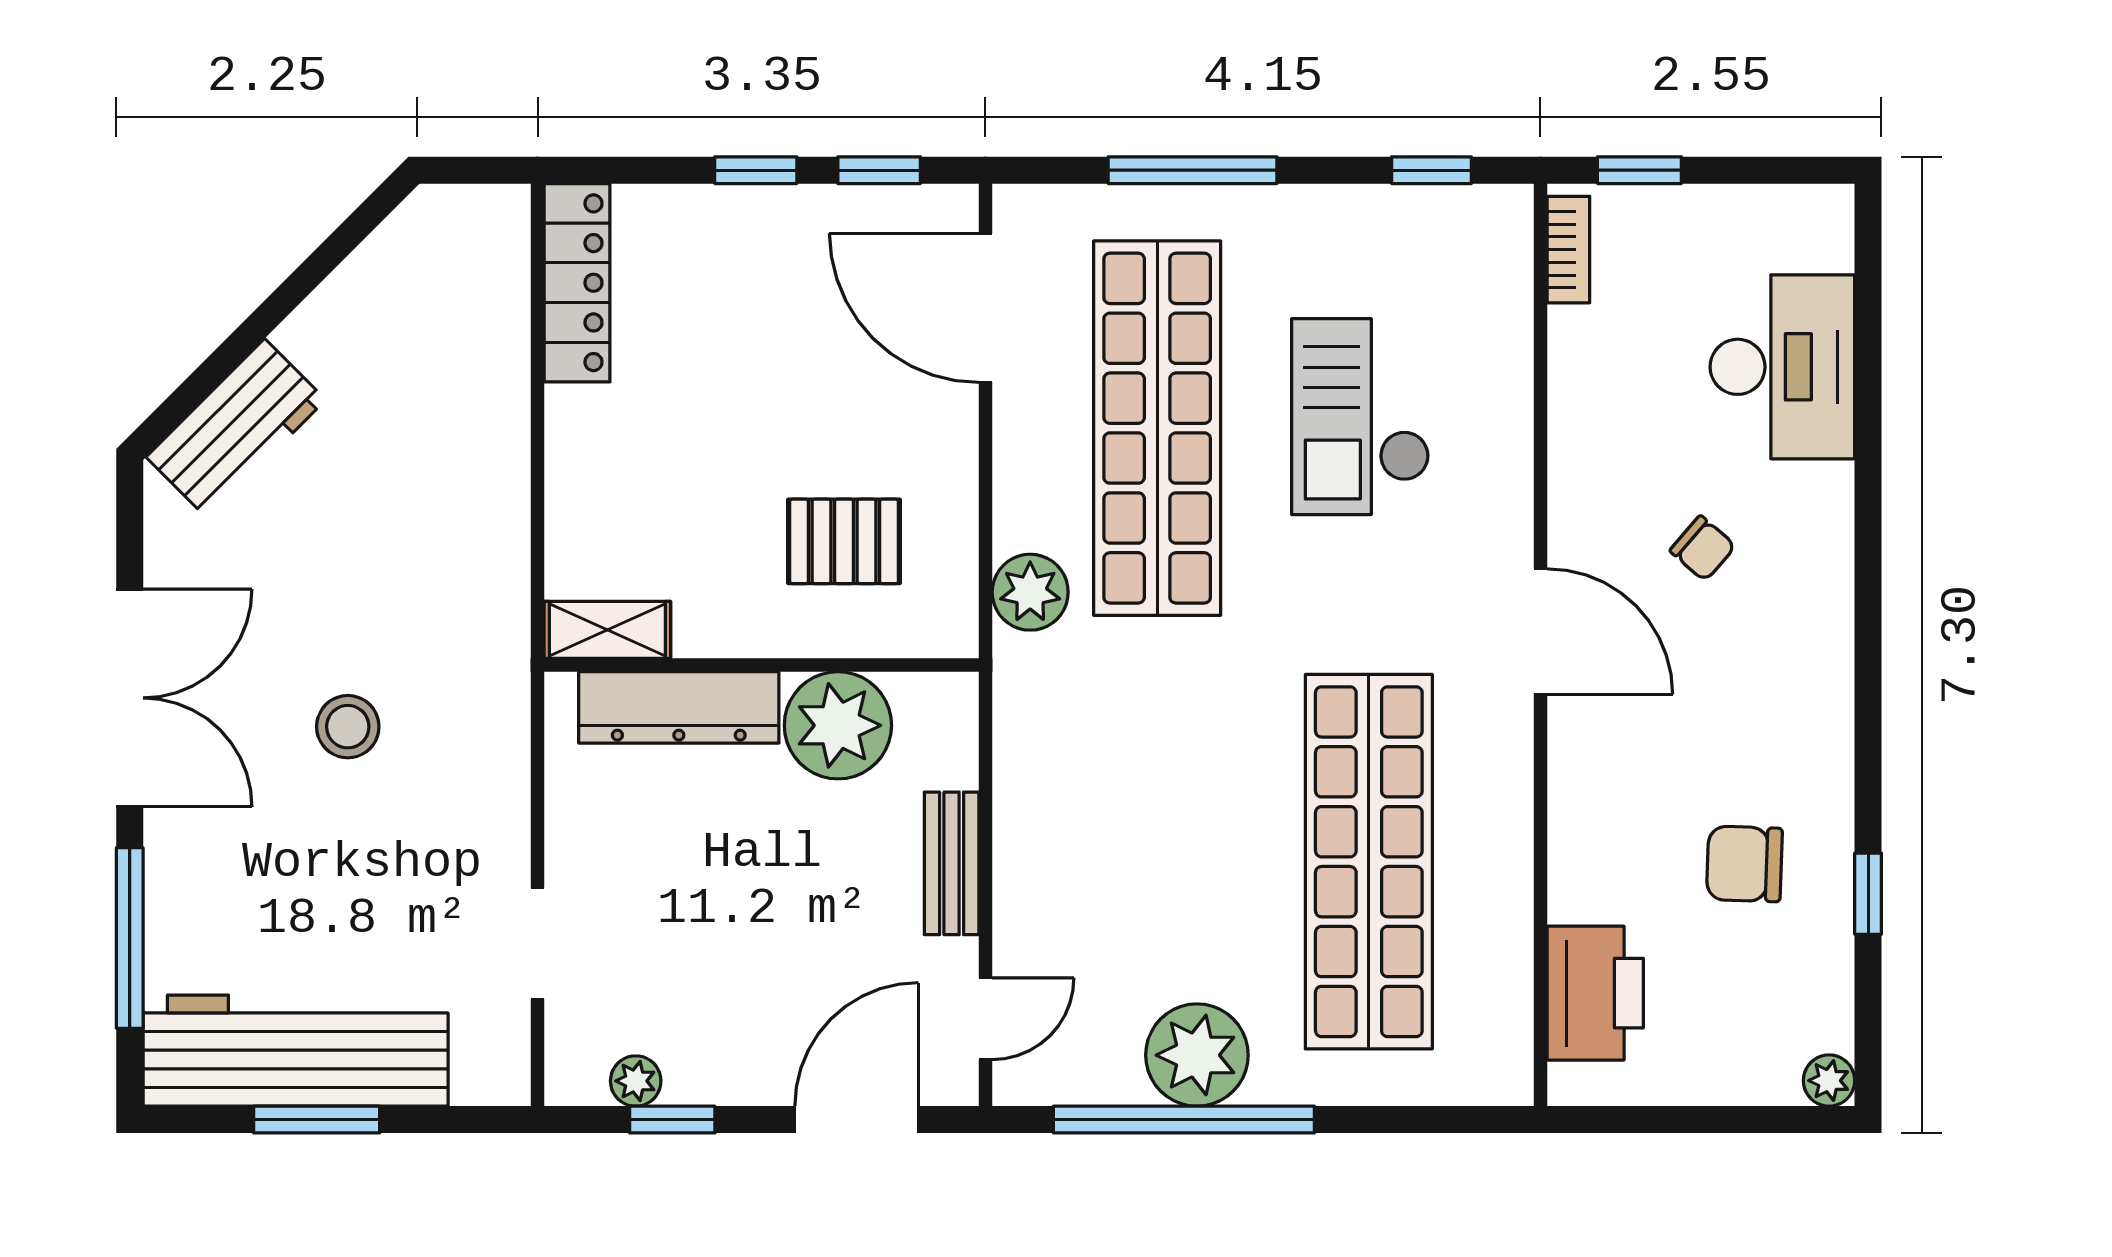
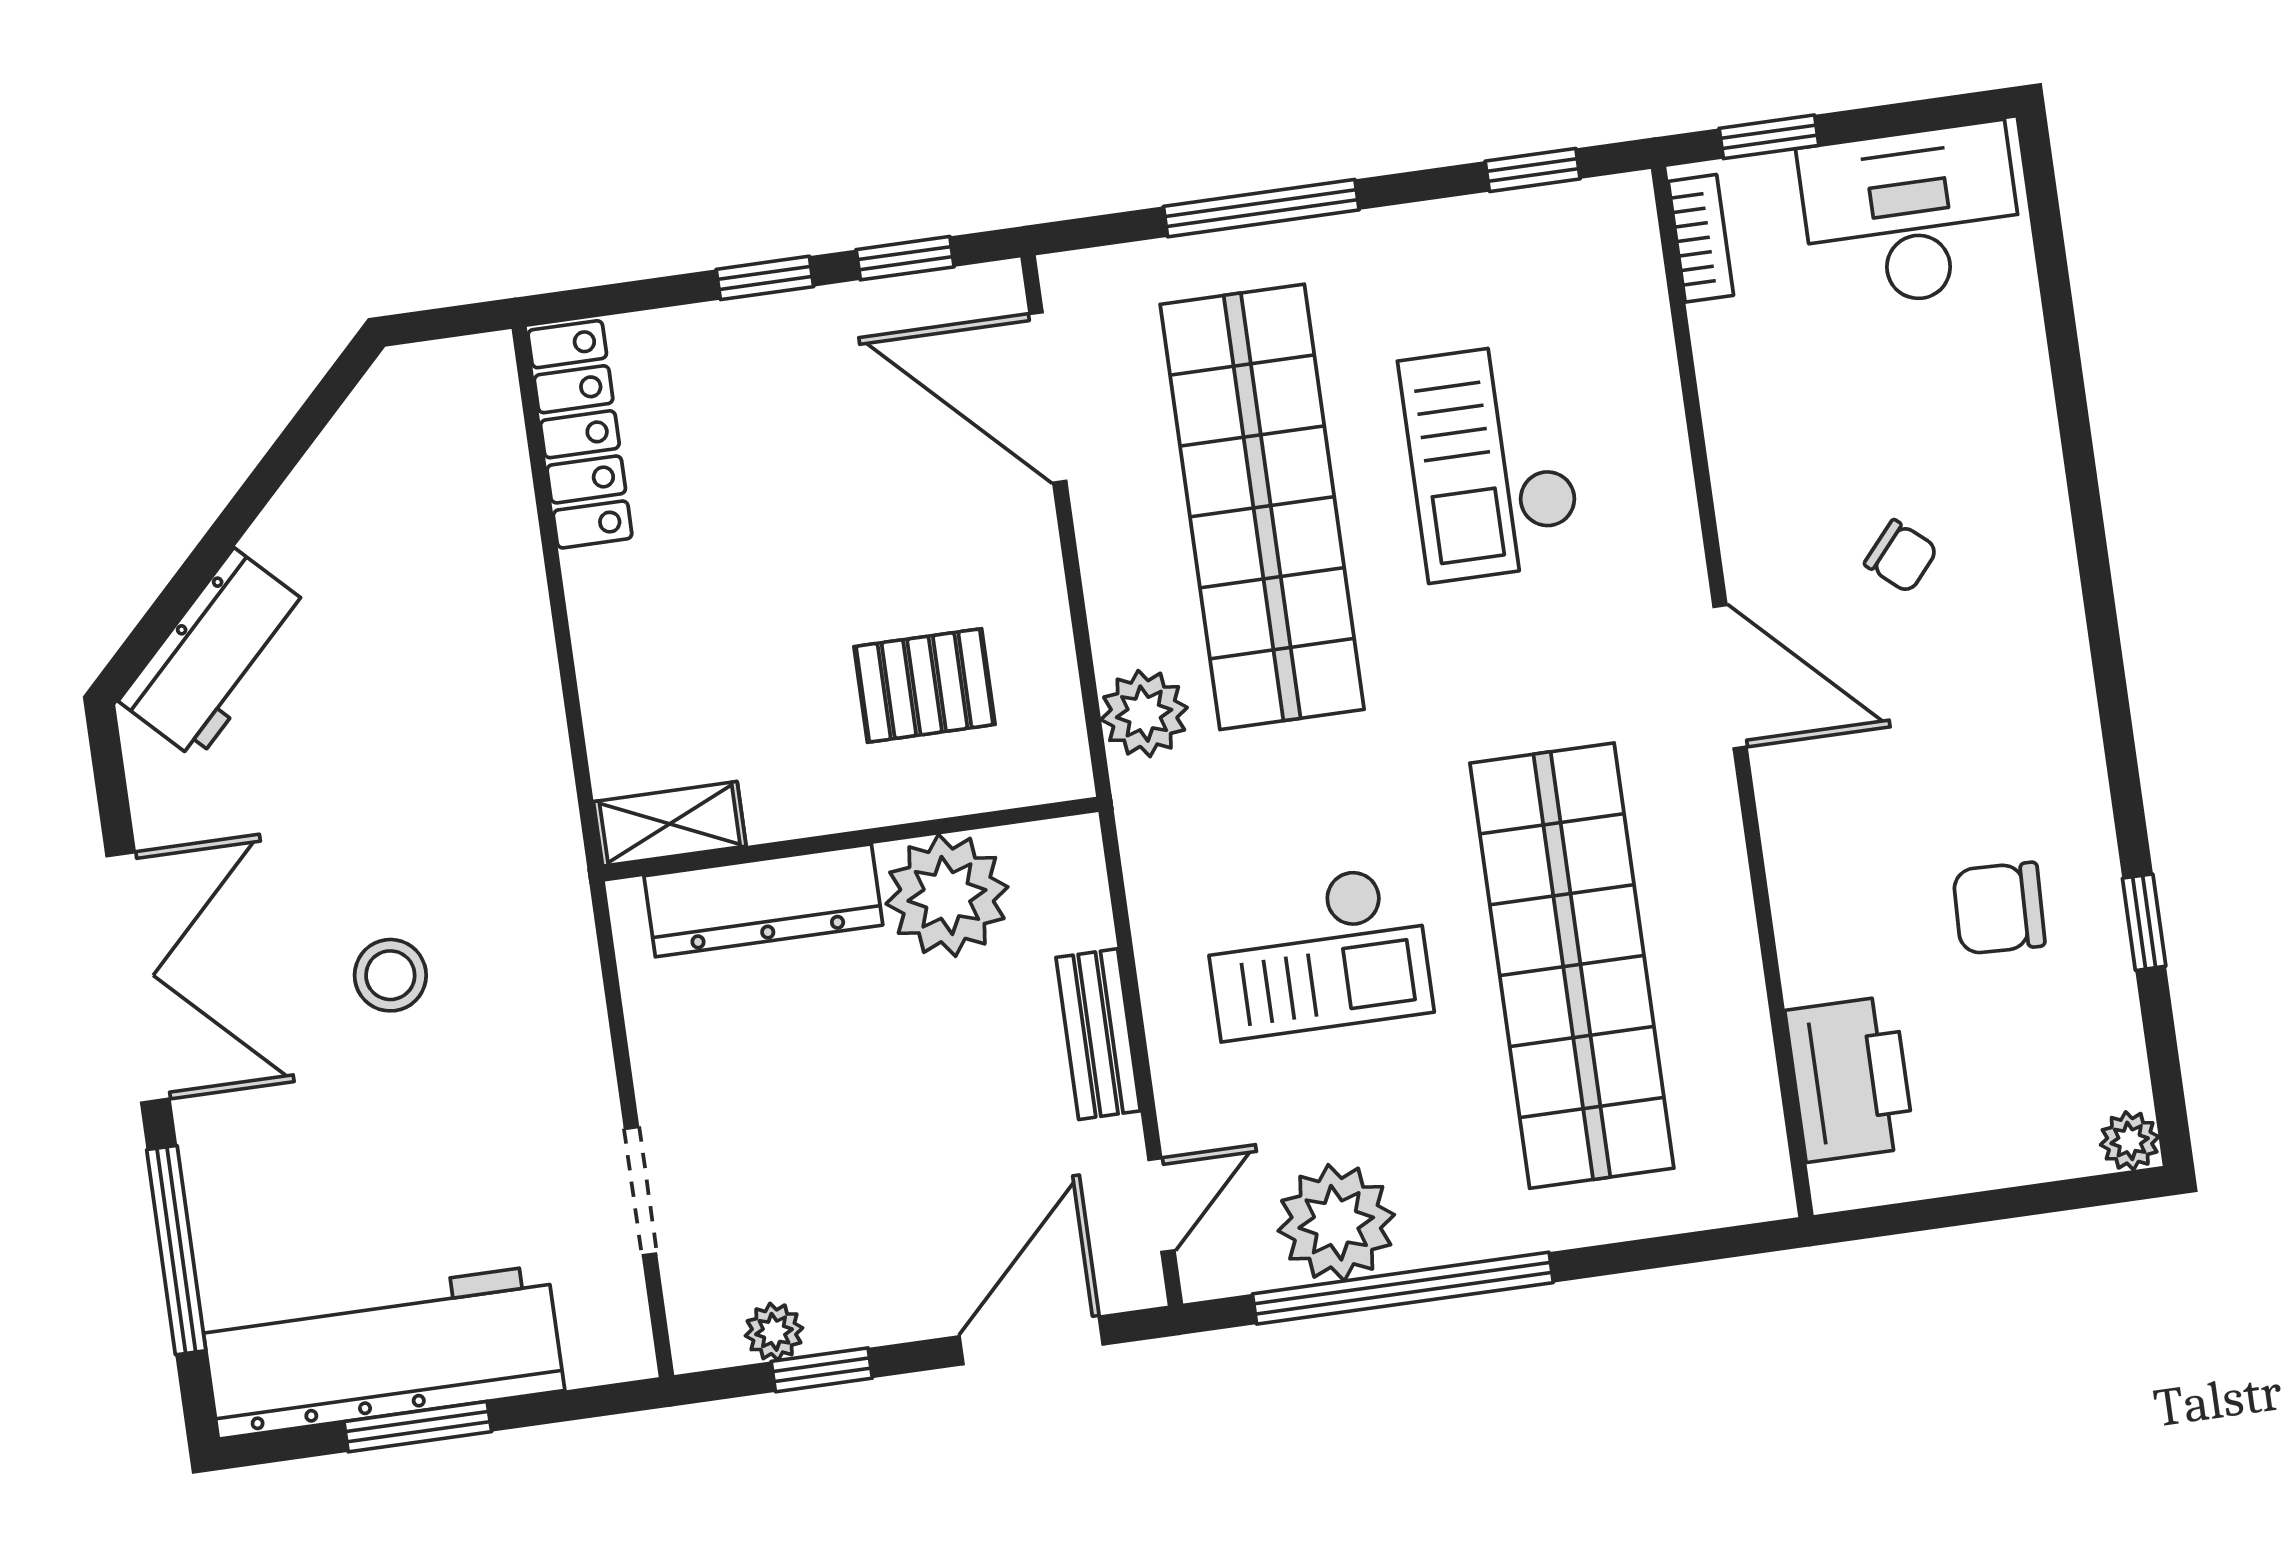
desk: (1782, 367) -> (1911, 216), moved, turned -90
checkout: (1151, 819) -> (1317, 952), added
plant: (1197, 1055) -> (1336, 1223), moved

